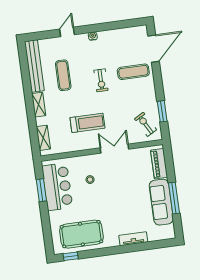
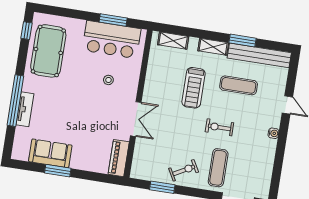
window: (27, 83) -> (242, 40), added
treadmill: (87, 123) -> (194, 88), moved
exercise bike: (145, 124) -> (184, 170), moved
piano: (159, 164) -> (119, 158), moved, turned -90
window: (174, 198) -> (58, 171), width x0.69
sofa: (161, 202) -> (50, 153), width x0.73
window: (129, 248) -> (15, 101), added

